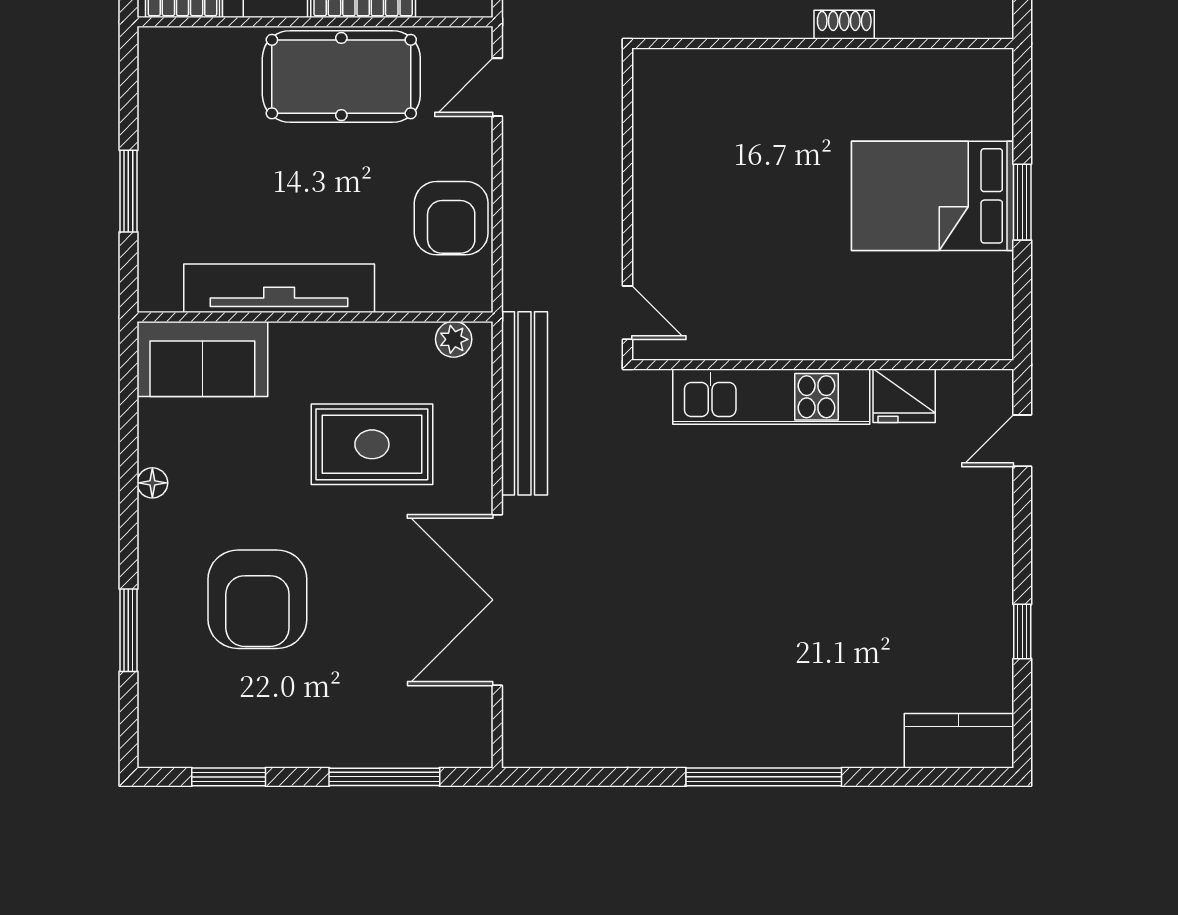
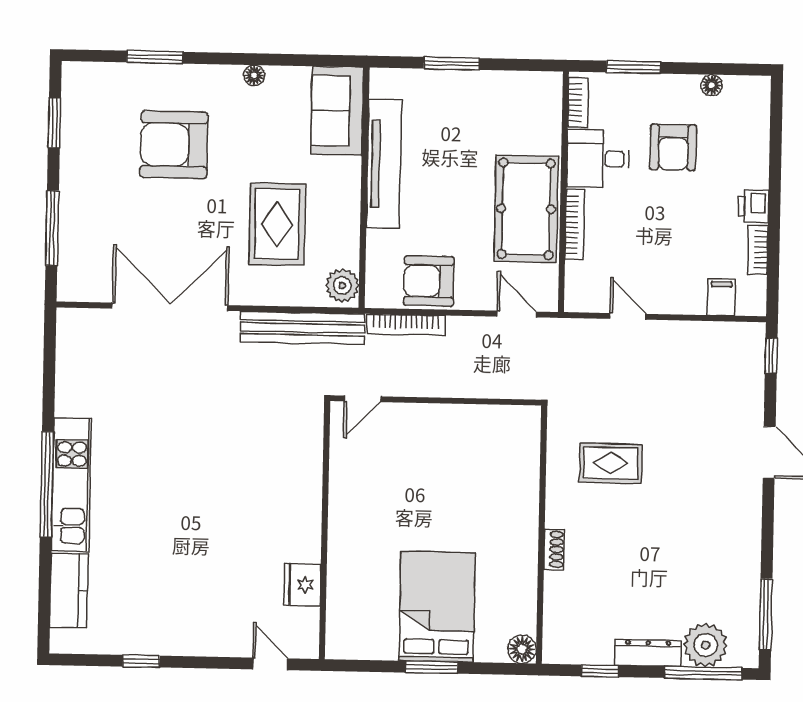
floor lamp: (993, 69) -> (522, 649), added
bookcase: (516, 251) -> (406, 325), added
plant: (454, 339) -> (342, 285), width x1.38, depth x1.38
kitchen unit: (771, 397) -> (71, 485), moved, turned 180
kitchen counter: (959, 741) -> (69, 590), moved

